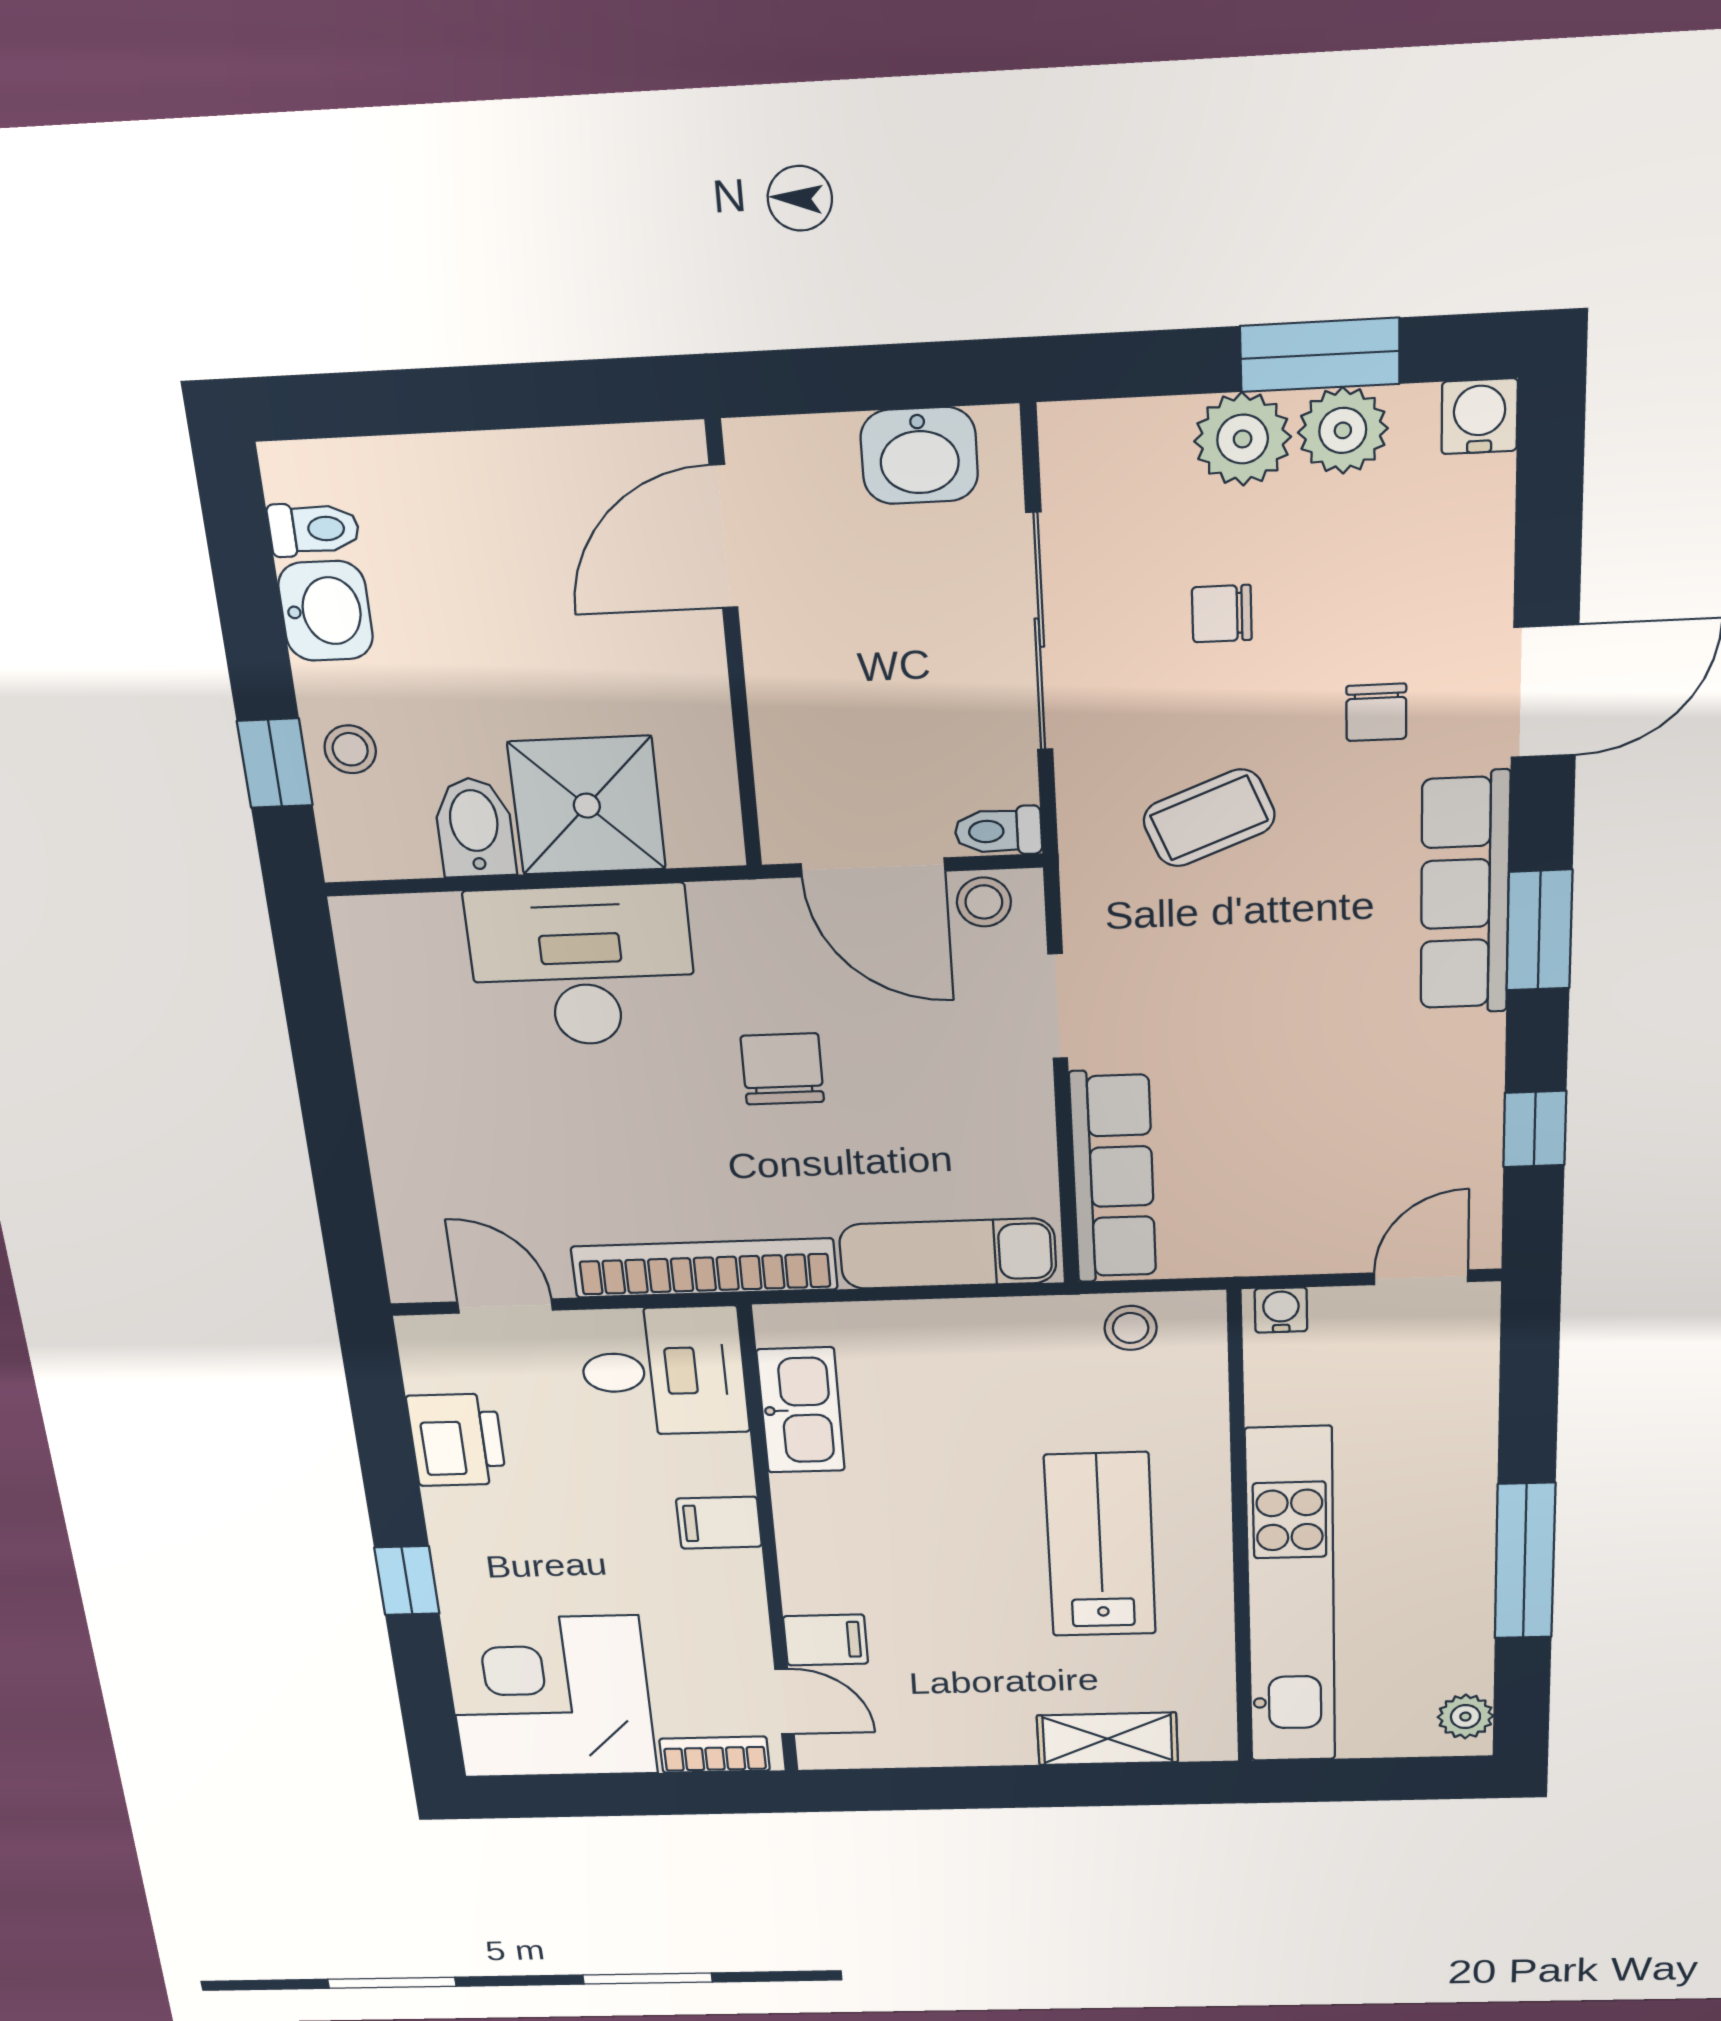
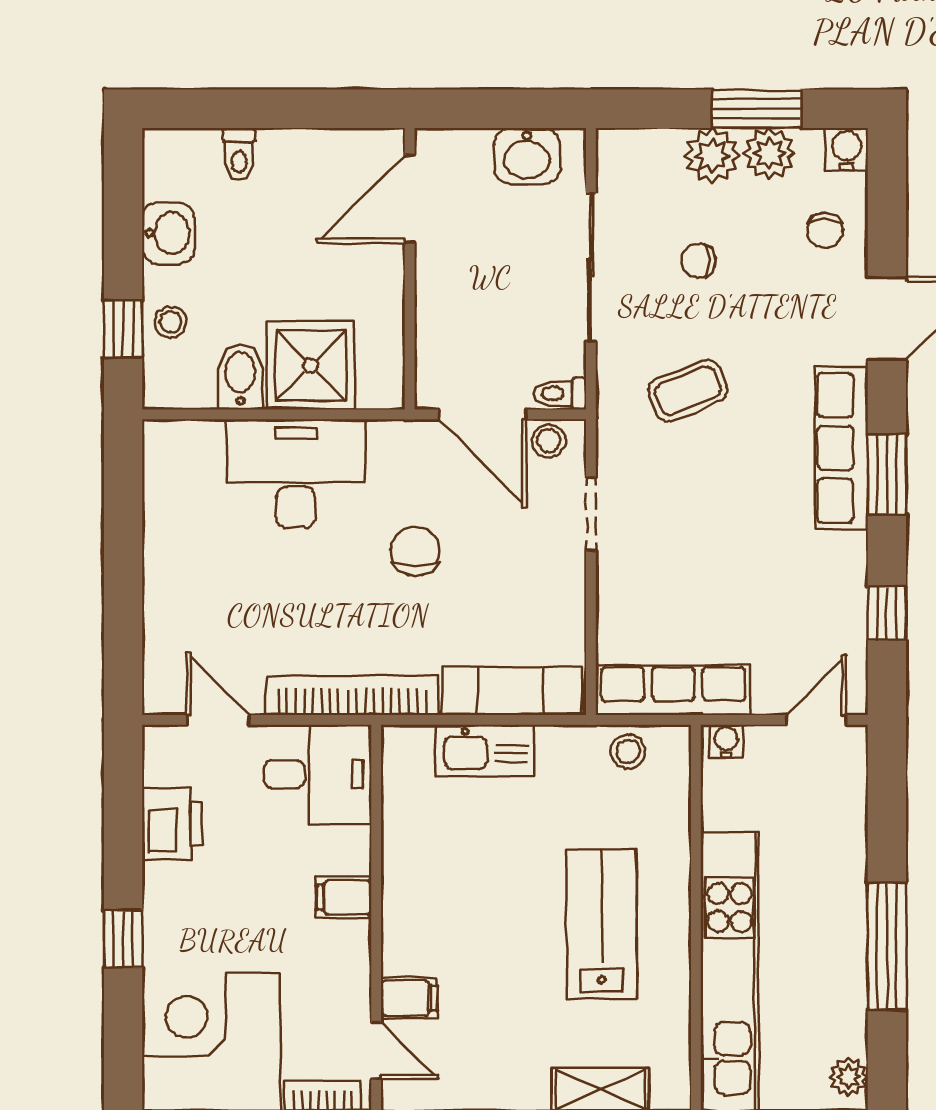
toilet: (314, 529) -> (239, 154), moved, turned 90
chair: (1376, 712) -> (825, 230), moved
row of seats: (1113, 1177) -> (673, 690), moved, turned -90
kitchen sink: (801, 1410) -> (485, 750), moved, turned 90

